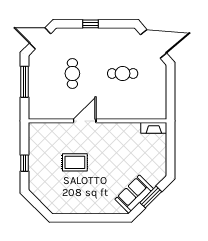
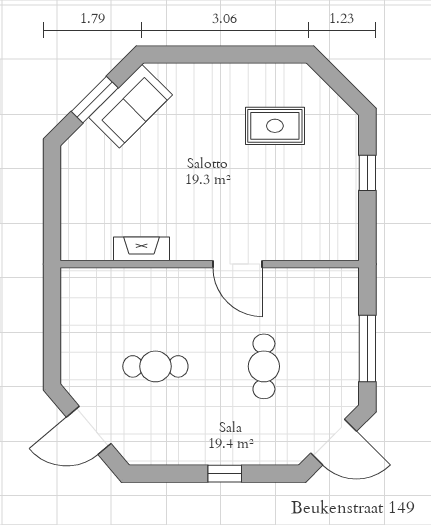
door: (154, 44) -> (89, 430), width x0.73
door: (85, 121) -> (237, 264), hinge flipped
fireplace: (154, 128) -> (142, 249), moved
rug: (75, 162) -> (275, 126), moved

